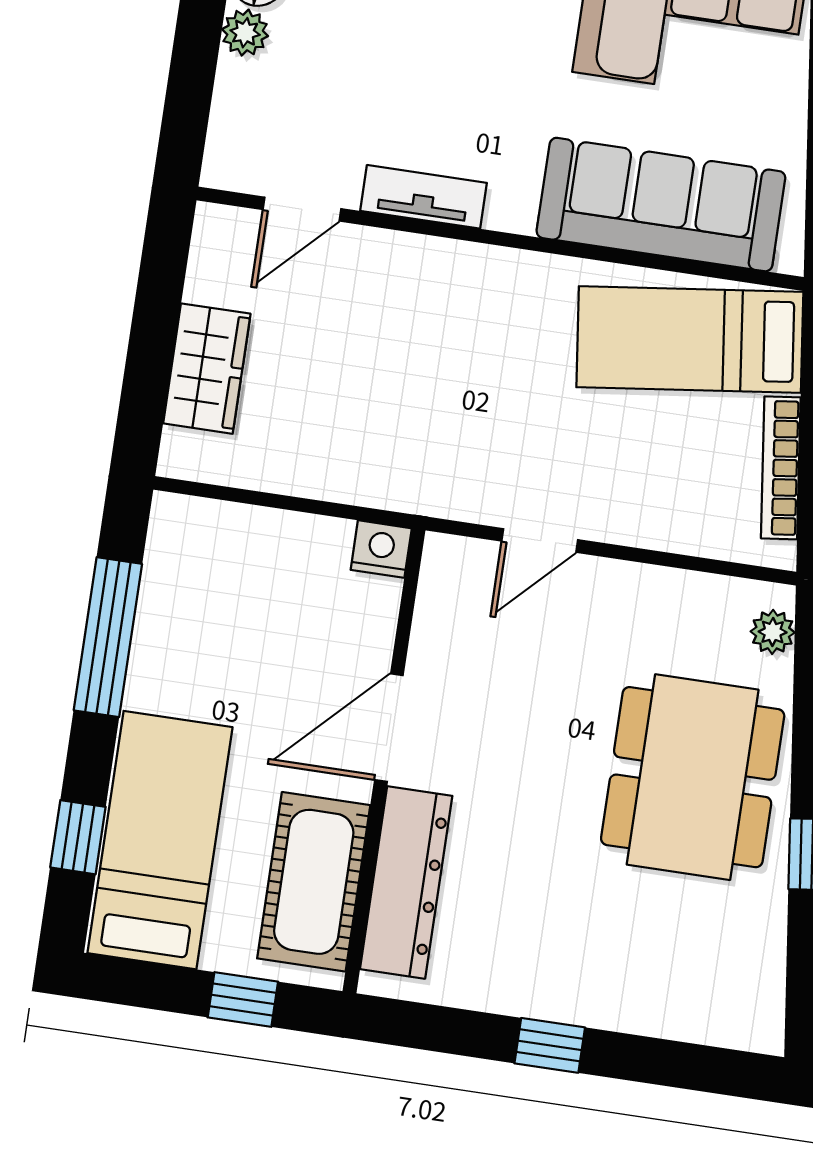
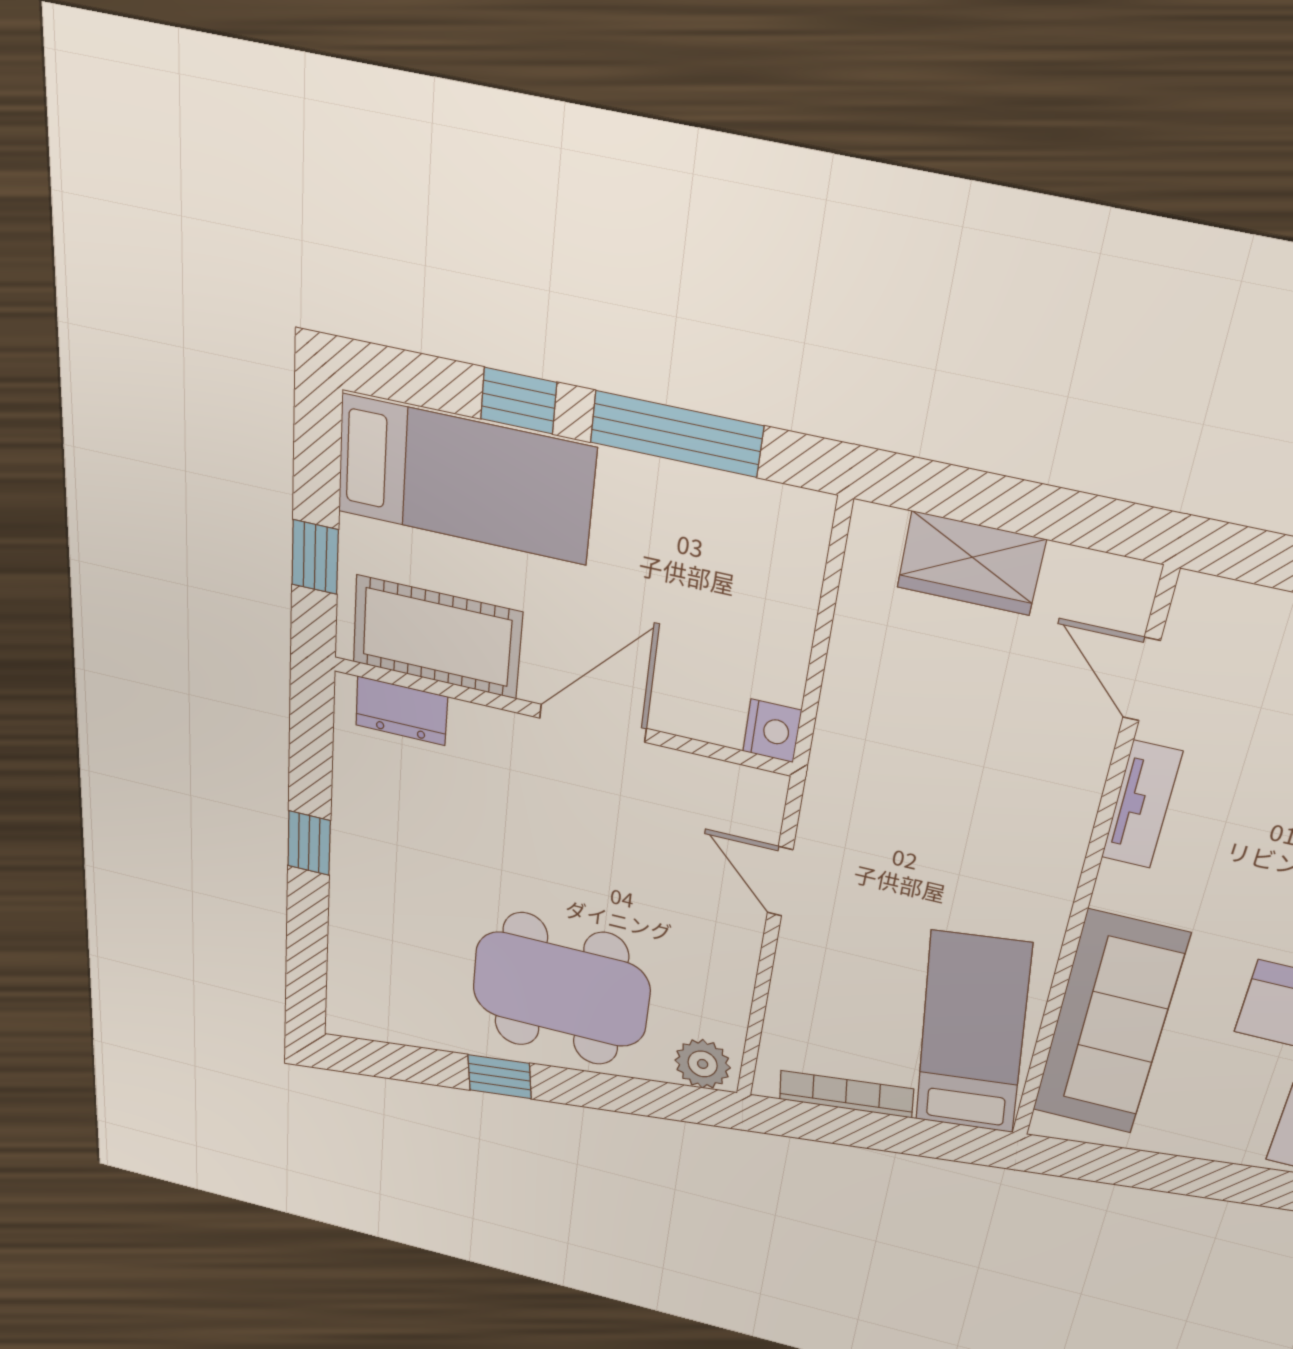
plant: (773, 632) -> (703, 1064), width x1.38, depth x1.38
door: (389, 728) -> (593, 723), hinge flipped
window: (78, 837) -> (519, 401), moved
dresser: (406, 882) -> (401, 711), width x0.51, depth x0.80

